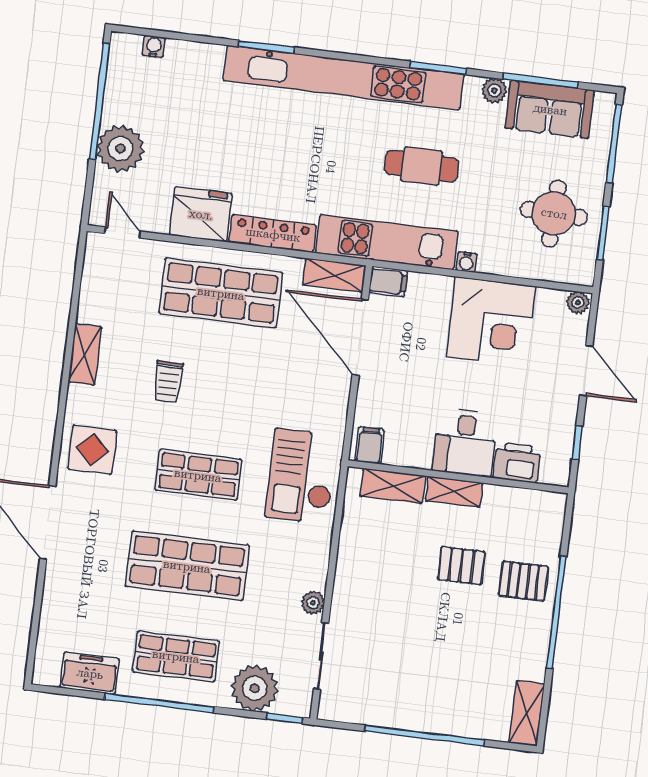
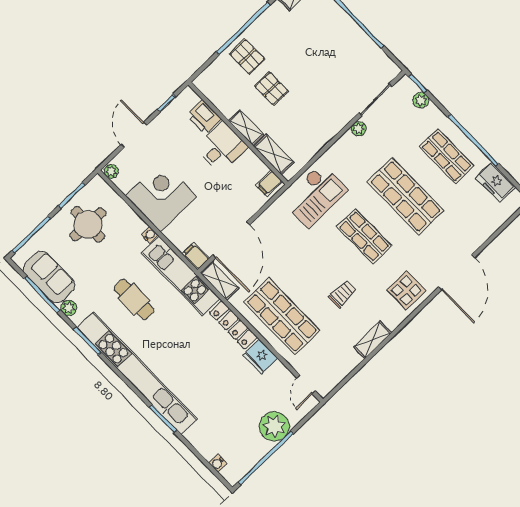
fridge: (201, 214) -> (260, 357), width x0.73, depth x0.75
plant: (255, 688) -> (421, 100), width x0.53, depth x0.53

